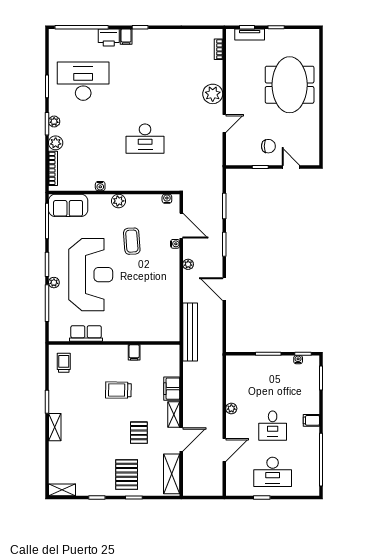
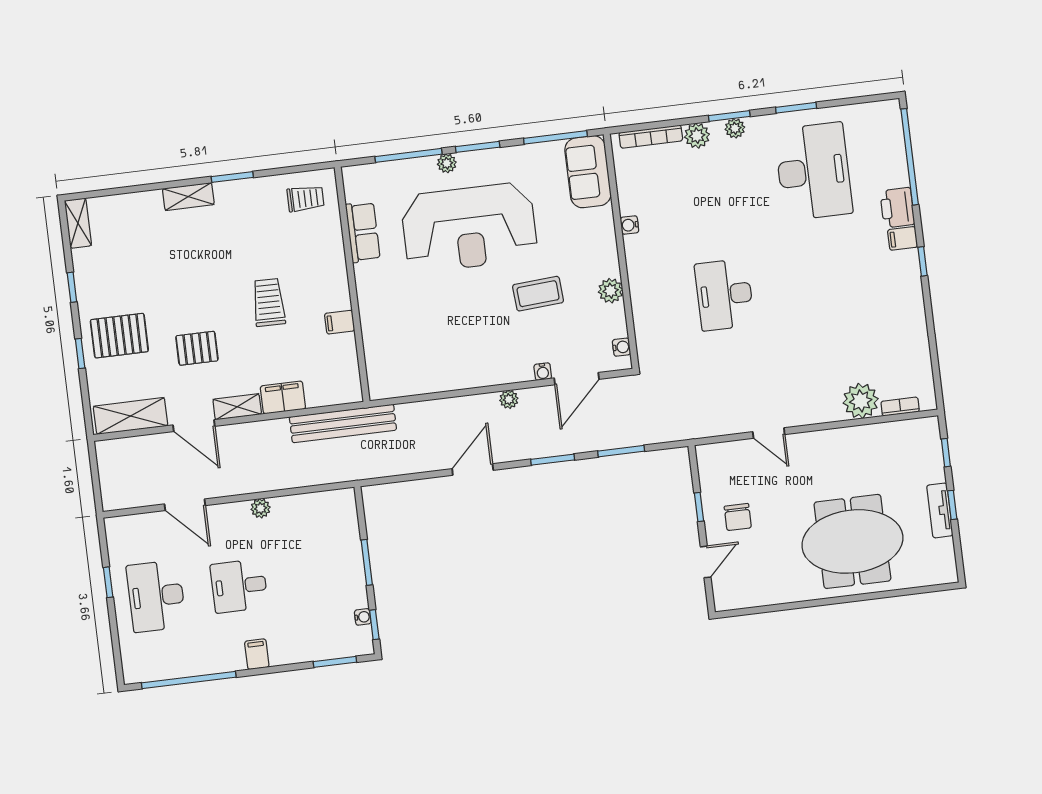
tv unit: (250, 34) -> (940, 510), moved
plant: (213, 94) -> (861, 401), moved
plant: (118, 201) -> (611, 291), moved
bench: (190, 332) -> (343, 423), moved

